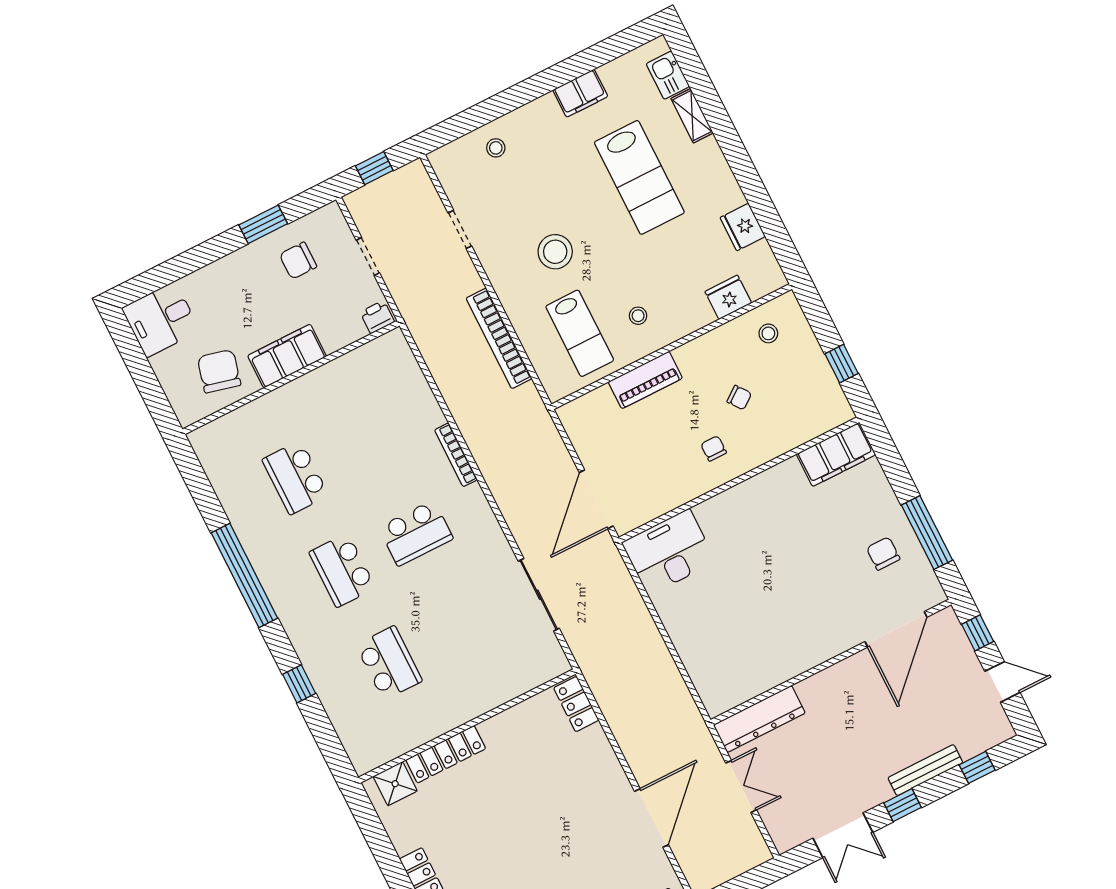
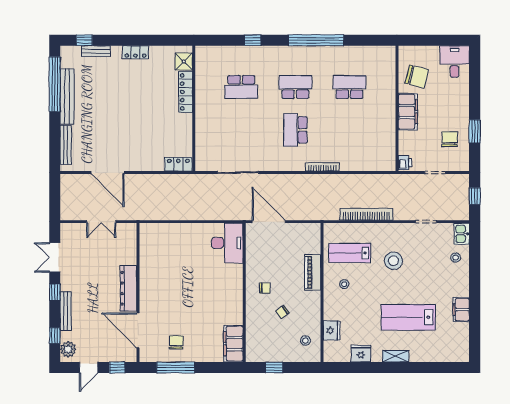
kitchen sink: (668, 75) -> (462, 234), moved, turned -90
shelving: (692, 116) -> (396, 356), moved
chair: (883, 553) -> (176, 342), turned -90
dresser: (759, 719) -> (128, 288), moved
plant: (989, 733) -> (68, 349), added

